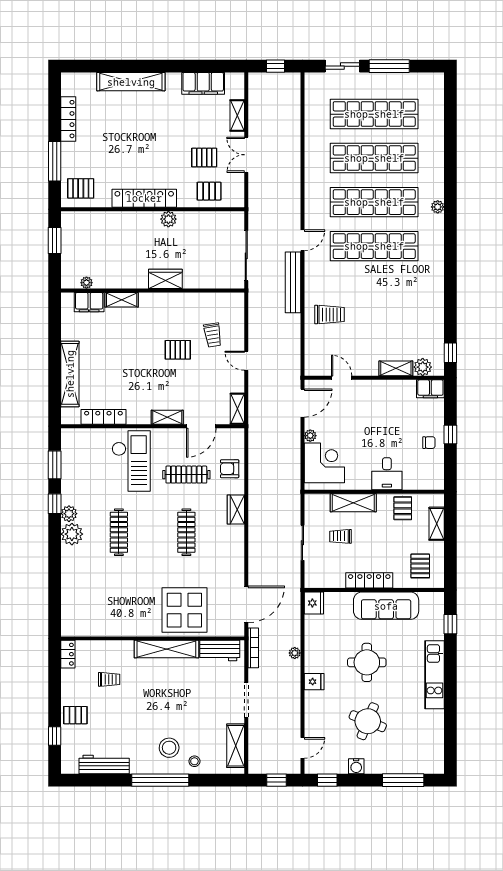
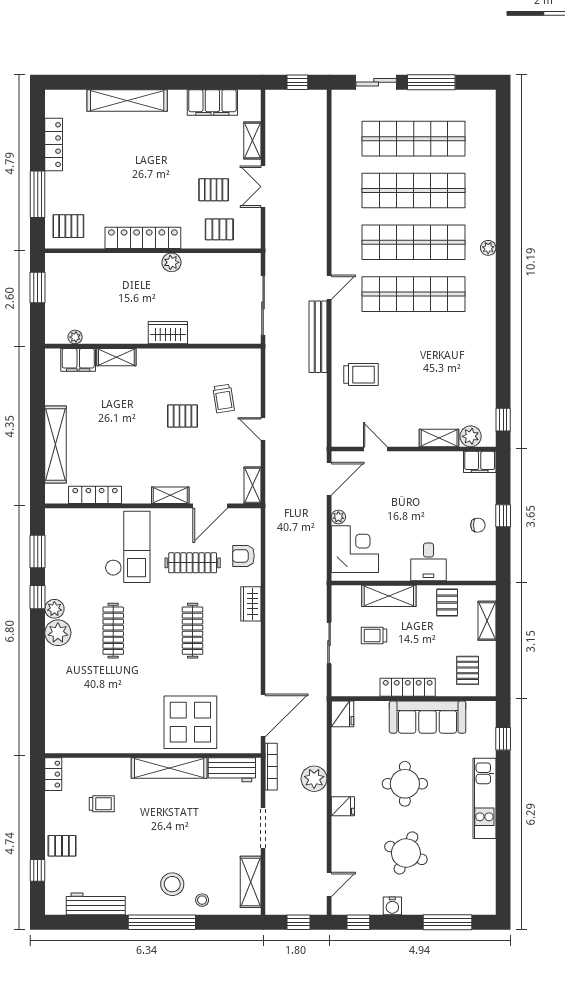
plant: (295, 653) -> (314, 779), width x1.88, depth x1.88

